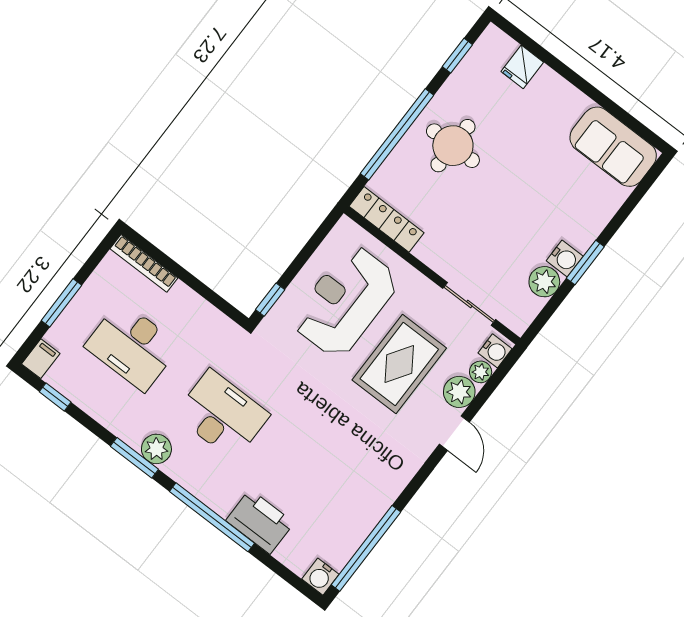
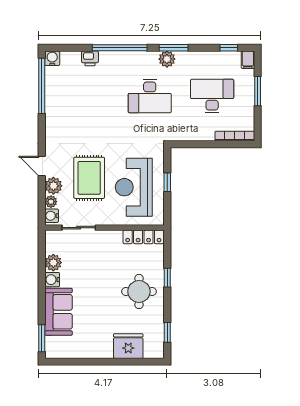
fridge: (522, 67) -> (128, 346), width x1.88, depth x1.34
window: (397, 134) -> (167, 278), width x0.32
sofa: (613, 147) -> (59, 312), moved, turned 90
window: (585, 263) -> (42, 338), moved
window: (270, 300) -> (167, 182), moved
reception desk: (345, 301) -> (134, 187), turned 180
printer: (260, 522) -> (90, 58), width x0.53, depth x0.68

